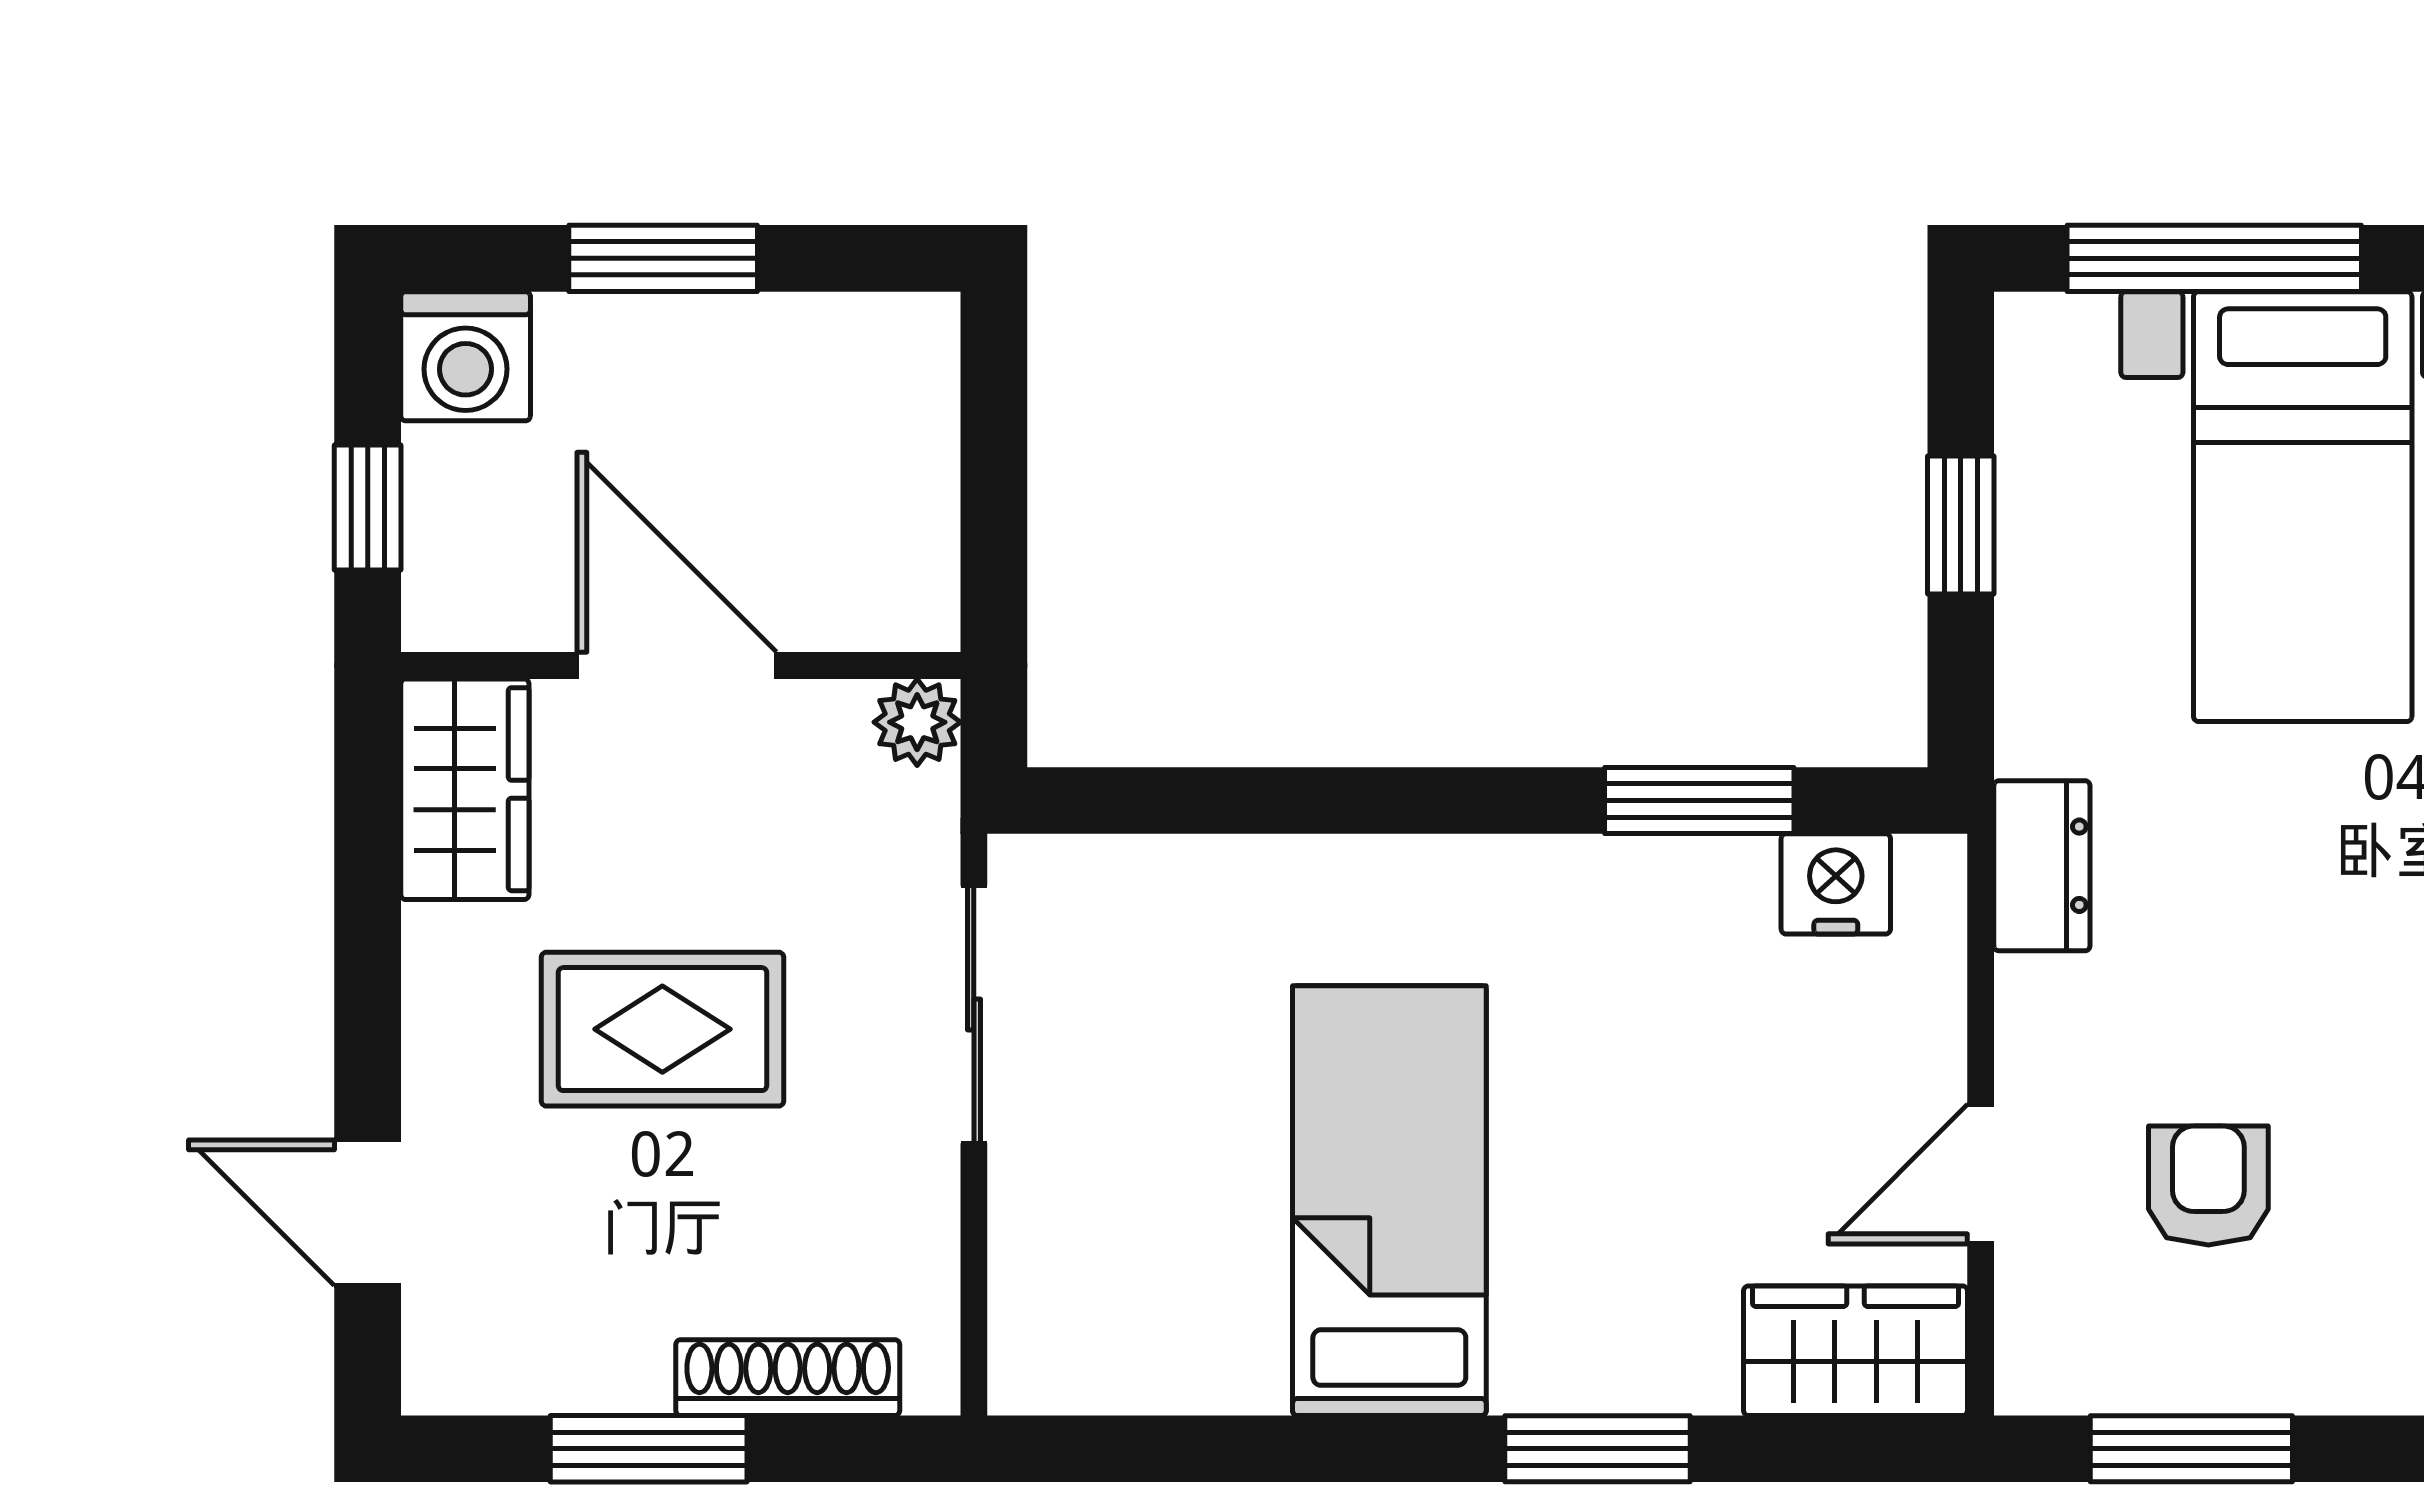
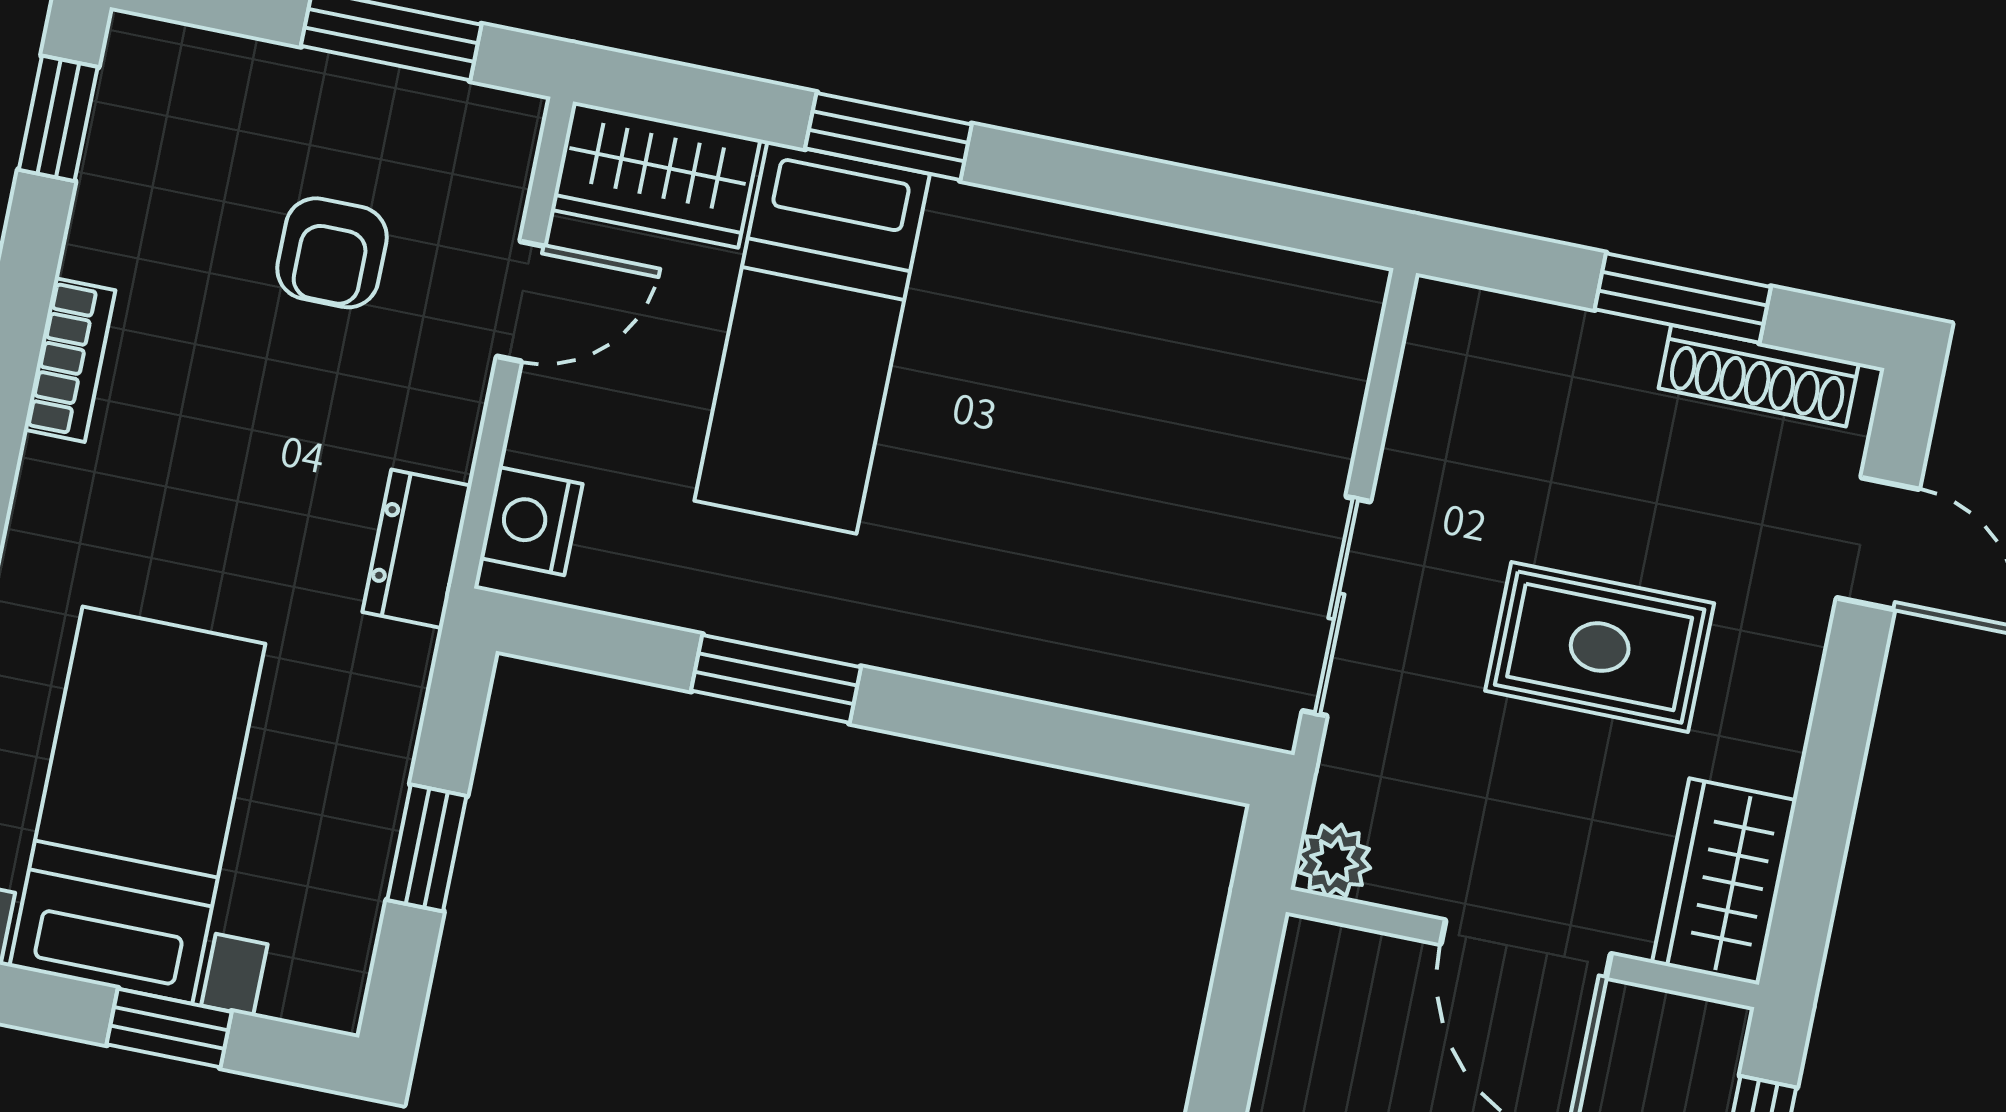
window: (2214, 258) -> (169, 1028), width x0.46
window: (1699, 800) -> (776, 679), moved
nightstand: (1836, 884) -> (531, 521), moved, turned 90
bed: (1389, 1201) -> (812, 337), moved
shoe rack: (788, 1378) -> (1759, 376), moved

